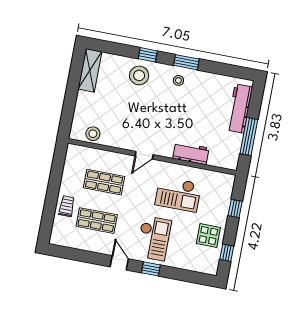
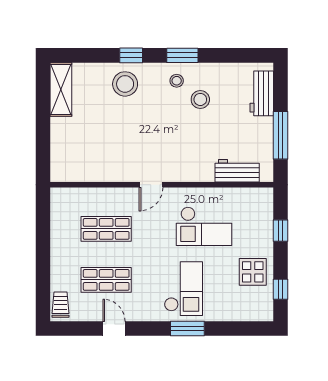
workbench: (240, 109) -> (262, 93), width x0.73
stool: (93, 134) -> (200, 99), moved
workbench: (191, 153) -> (237, 171), moved
trolley: (67, 206) -> (61, 305), moved
door: (119, 263) -> (114, 329), moved
window: (151, 269) -> (187, 329), width x1.50

